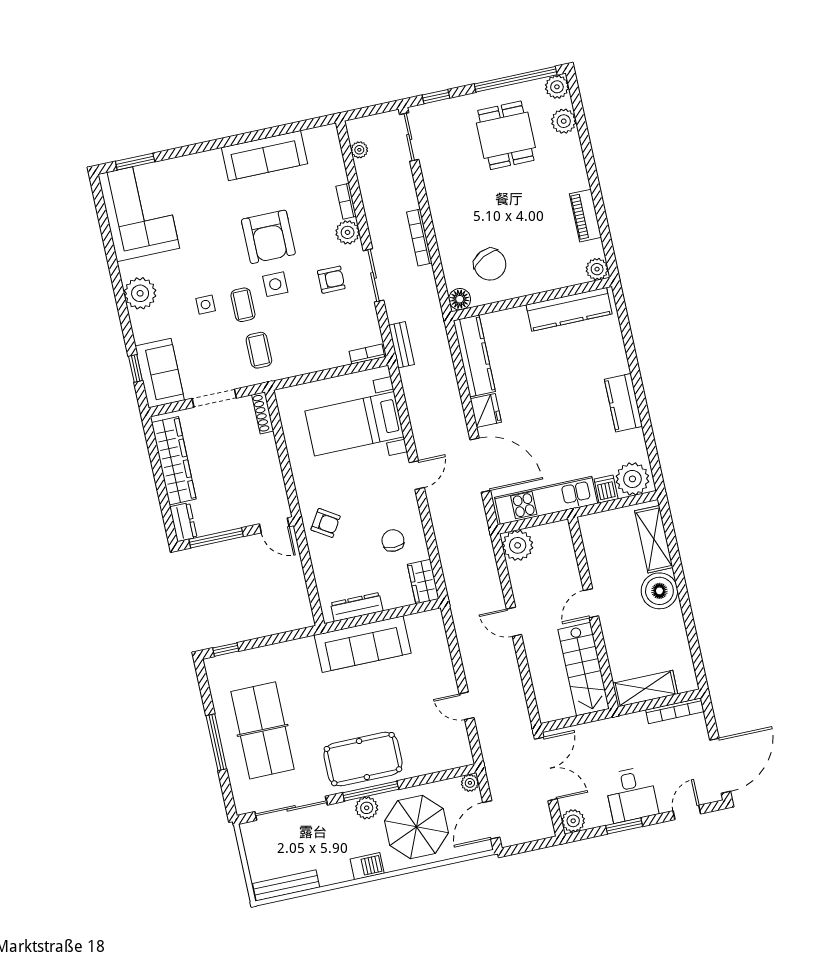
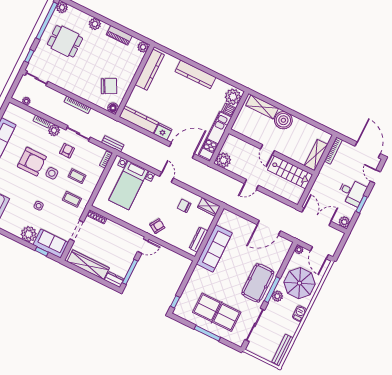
plant: (564, 121) -> (95, 24), moved
plant: (140, 293) -> (29, 234), moved
coffee table: (243, 305) -> (77, 176), moved
kitchen counter: (623, 403) -> (196, 74), width x1.50
door: (467, 706) -> (269, 228), width x1.87

